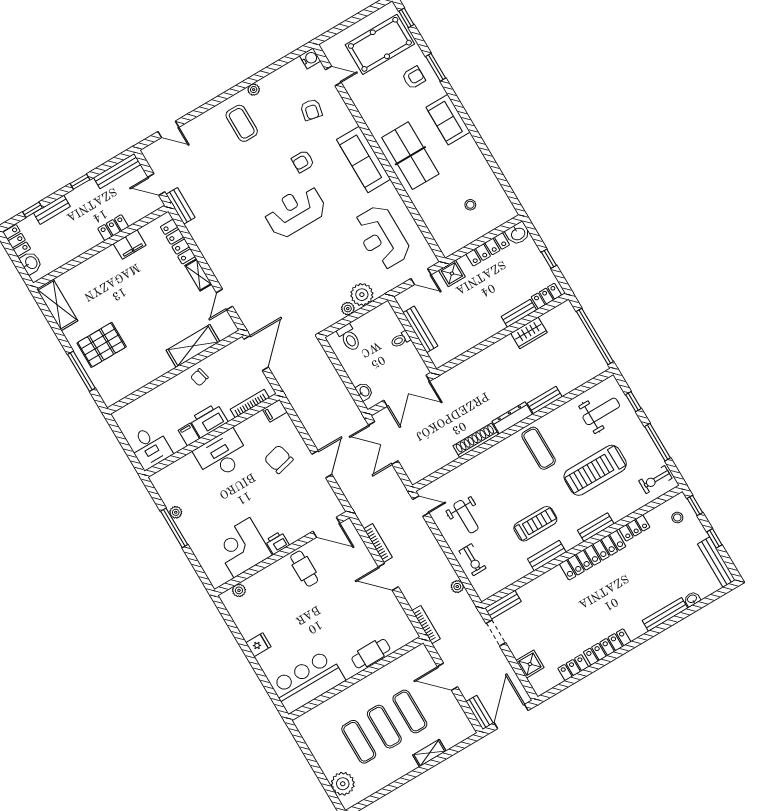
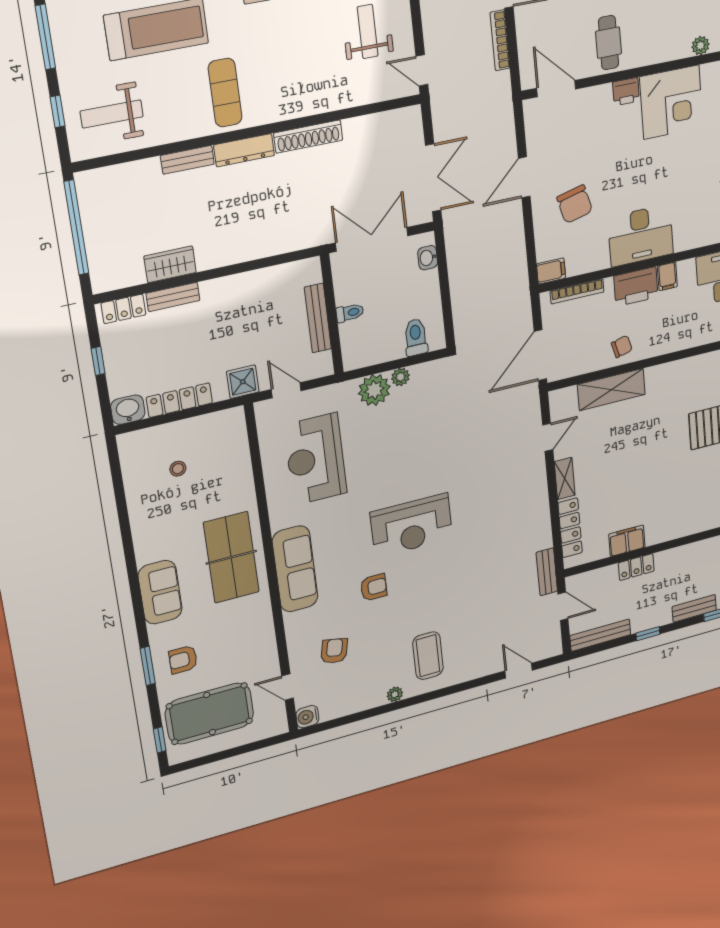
reception desk: (382, 237) -> (316, 459), turned 180

